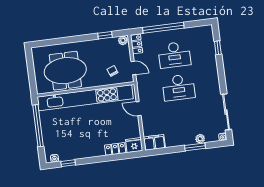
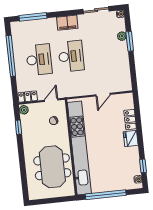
window: (163, 28) -> (11, 56), moved
window: (218, 48) -> (33, 17), width x2.17
door: (139, 109) -> (103, 95), moved
sliding door: (226, 112) -> (96, 10), width x0.73
filing cabinet: (154, 142) -> (67, 23), moved, turned -90
fridge: (134, 145) -> (131, 138), moved

